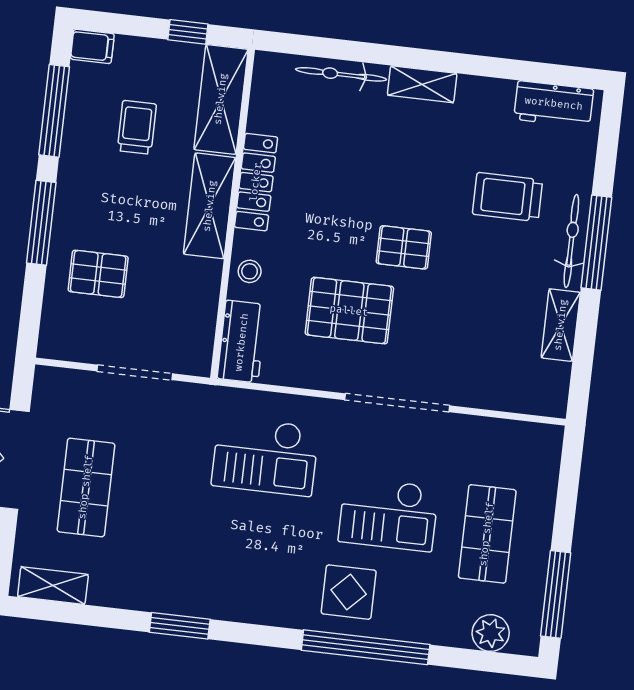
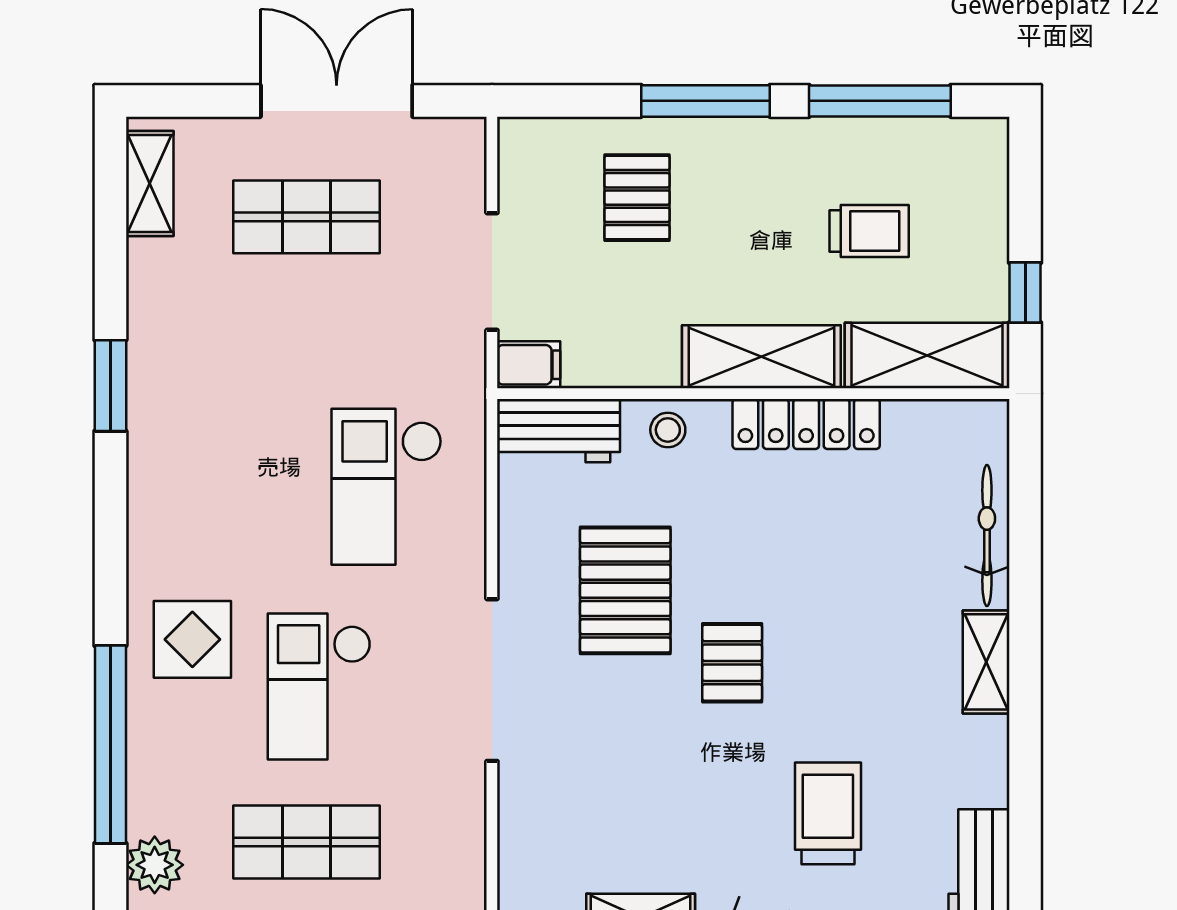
filing cabinet: (92, 46) -> (529, 365), moved, turned -90
window: (366, 647) -> (110, 744), moved

